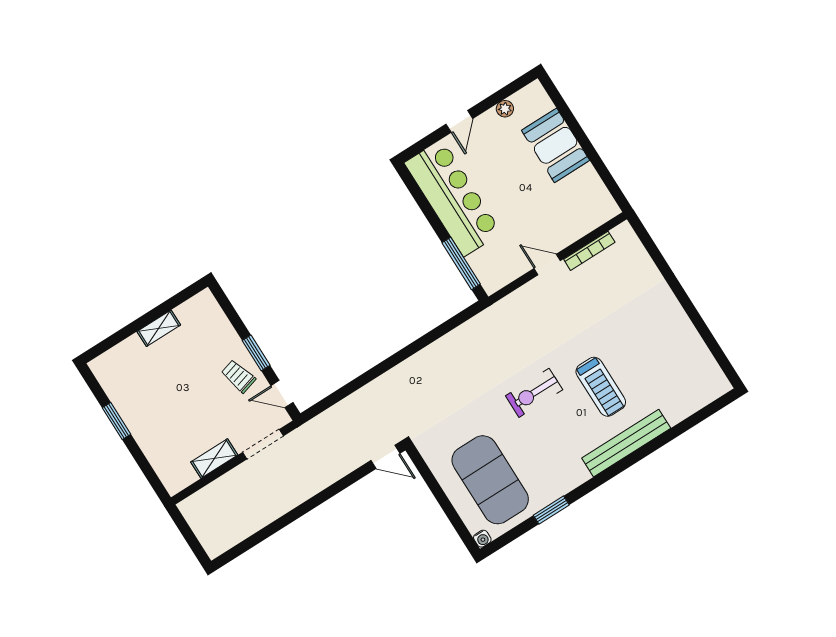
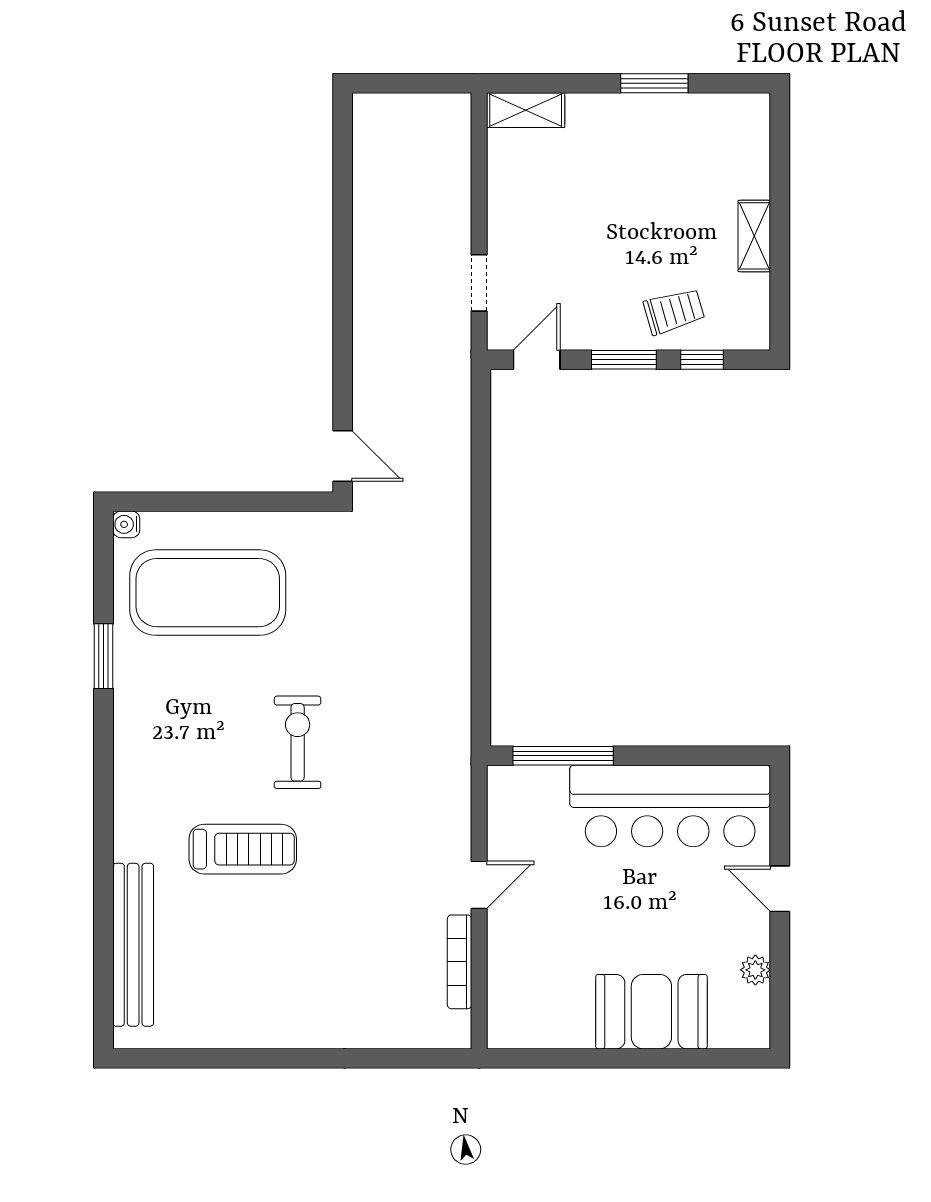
window: (233, 316) -> (702, 360), added
trolley: (238, 376) -> (674, 311), moved
treadmill: (601, 387) -> (243, 849), turned 180
bench: (626, 443) -> (133, 945), moved
doorway: (263, 444) -> (479, 283), width x0.73
door: (385, 457) -> (343, 456), swing flipped
shelving: (214, 458) -> (526, 110), moved, turned 90

